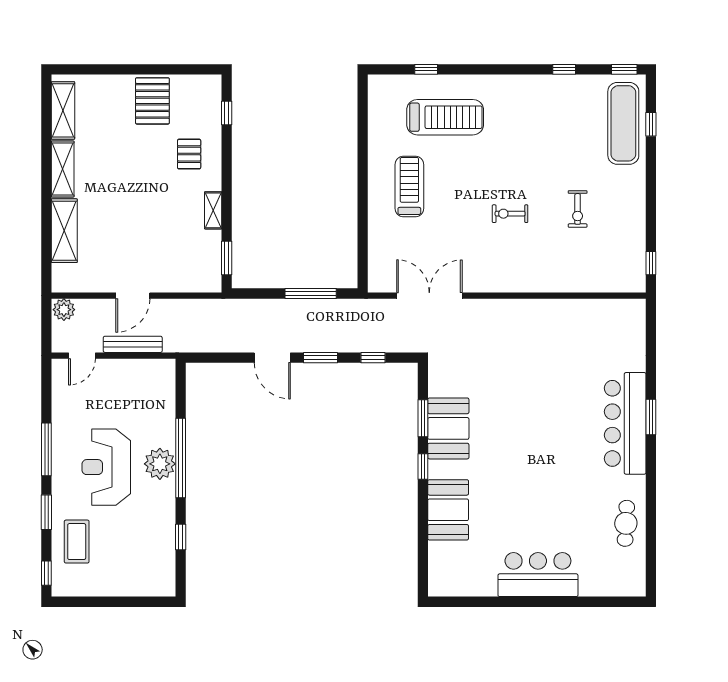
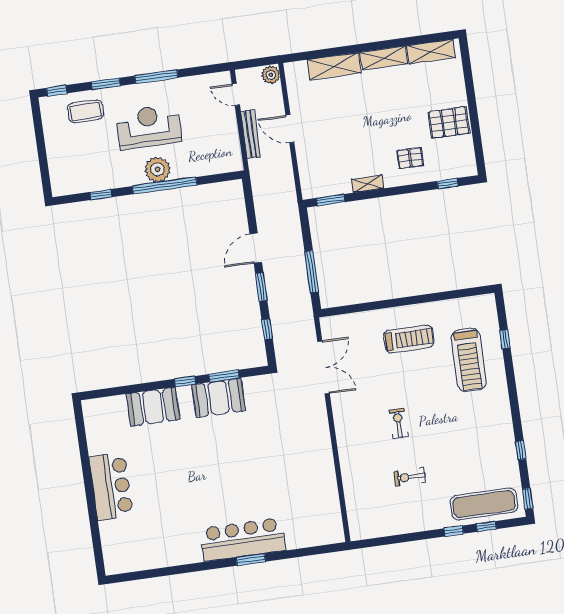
window: (651, 263) -> (454, 531), moved
cafe table: (626, 523) -> (162, 551), removed

